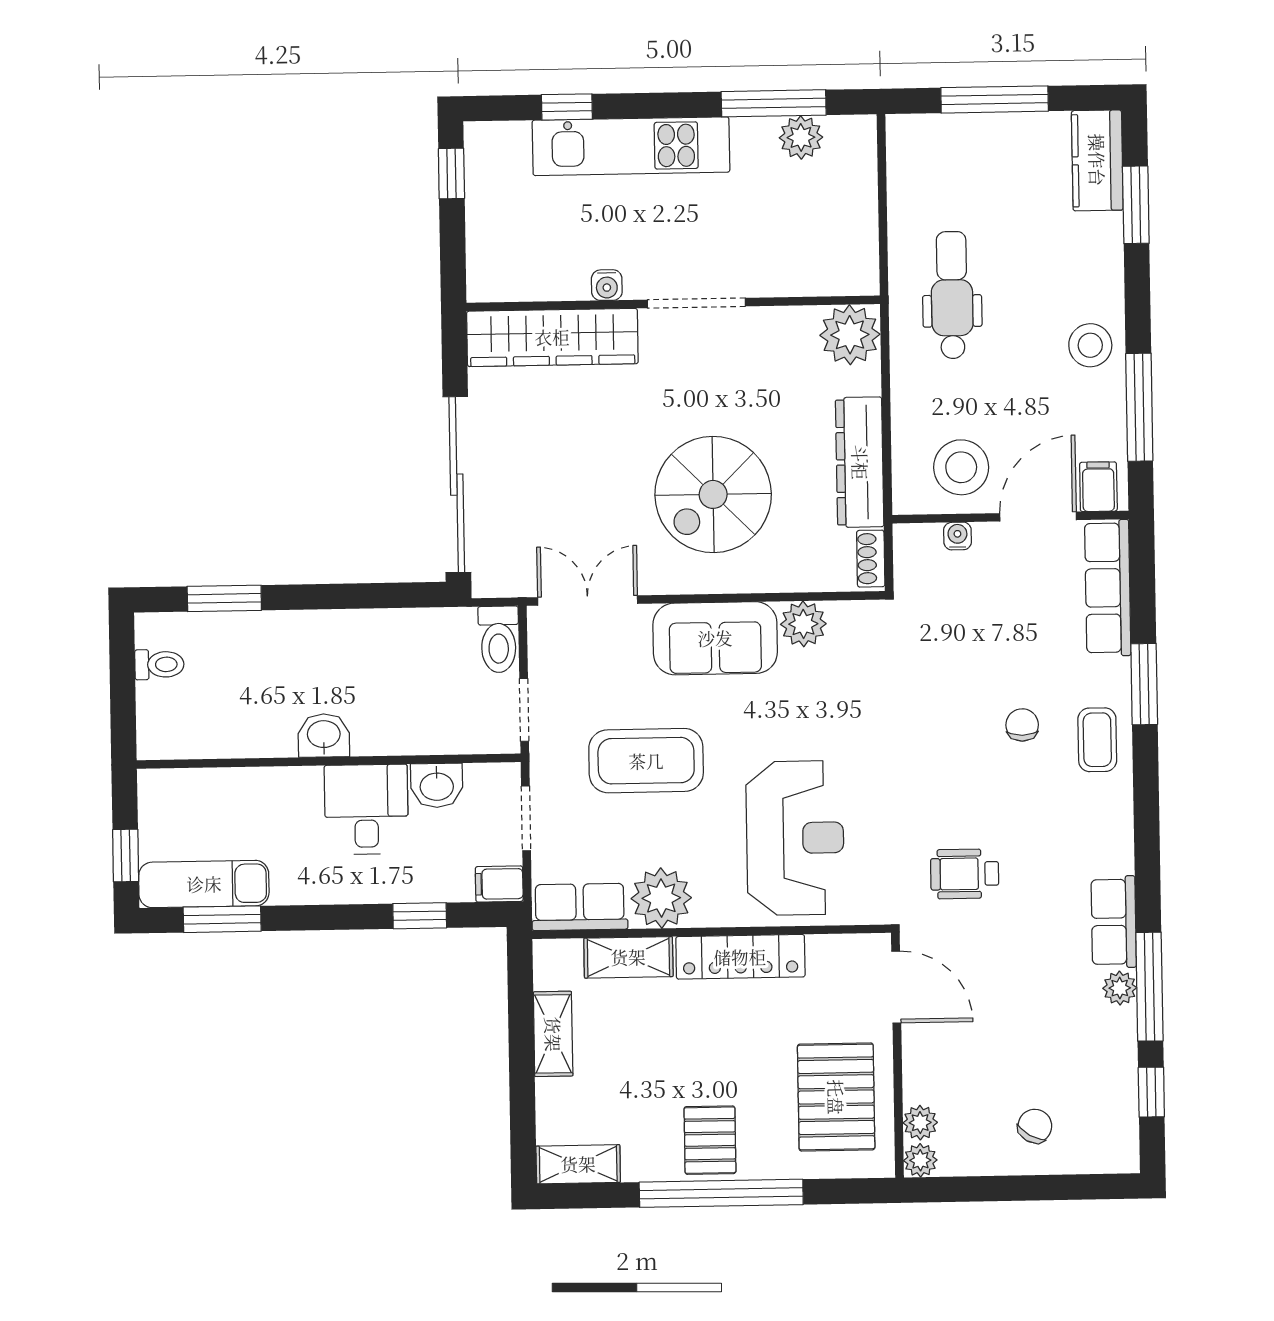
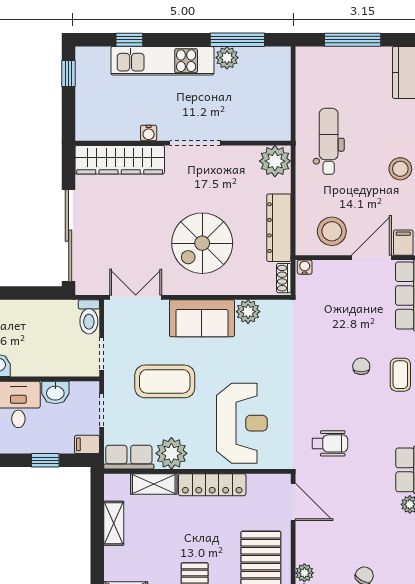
plant: (801, 137) -> (227, 58), moved
water cooler: (958, 536) -> (305, 267), moved
wheelchair: (965, 874) -> (330, 443), turned 180

